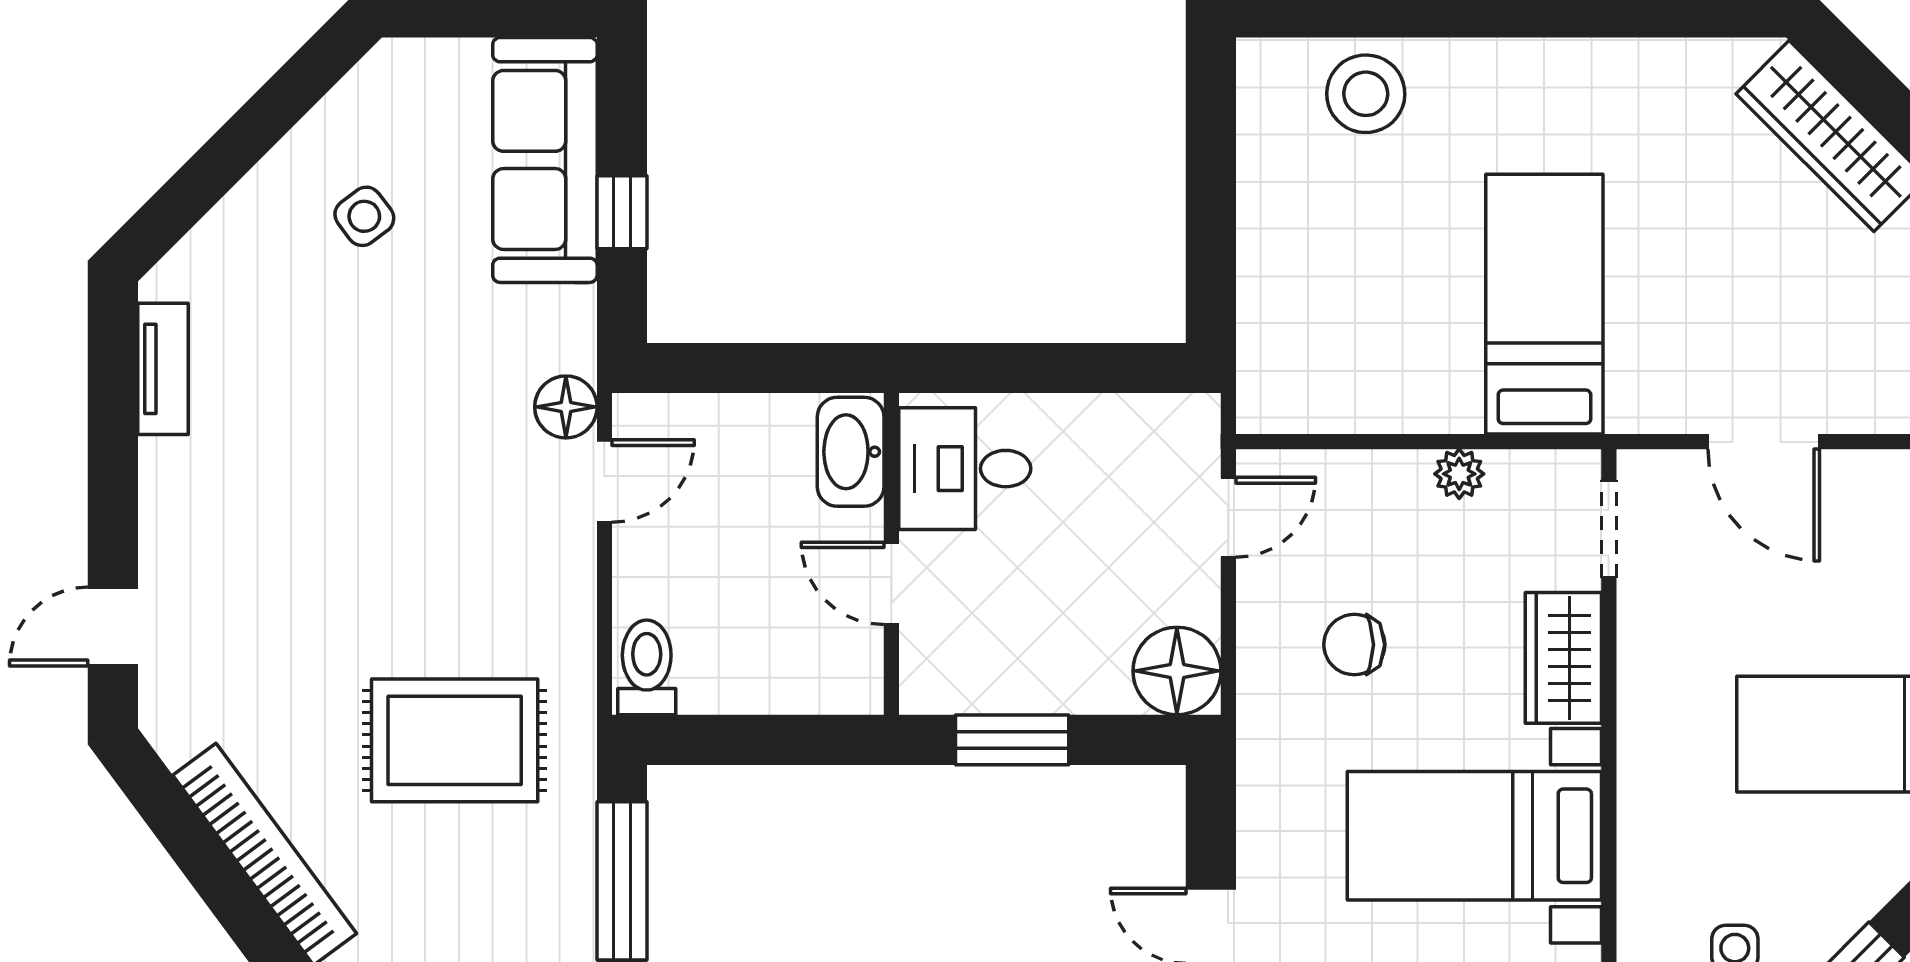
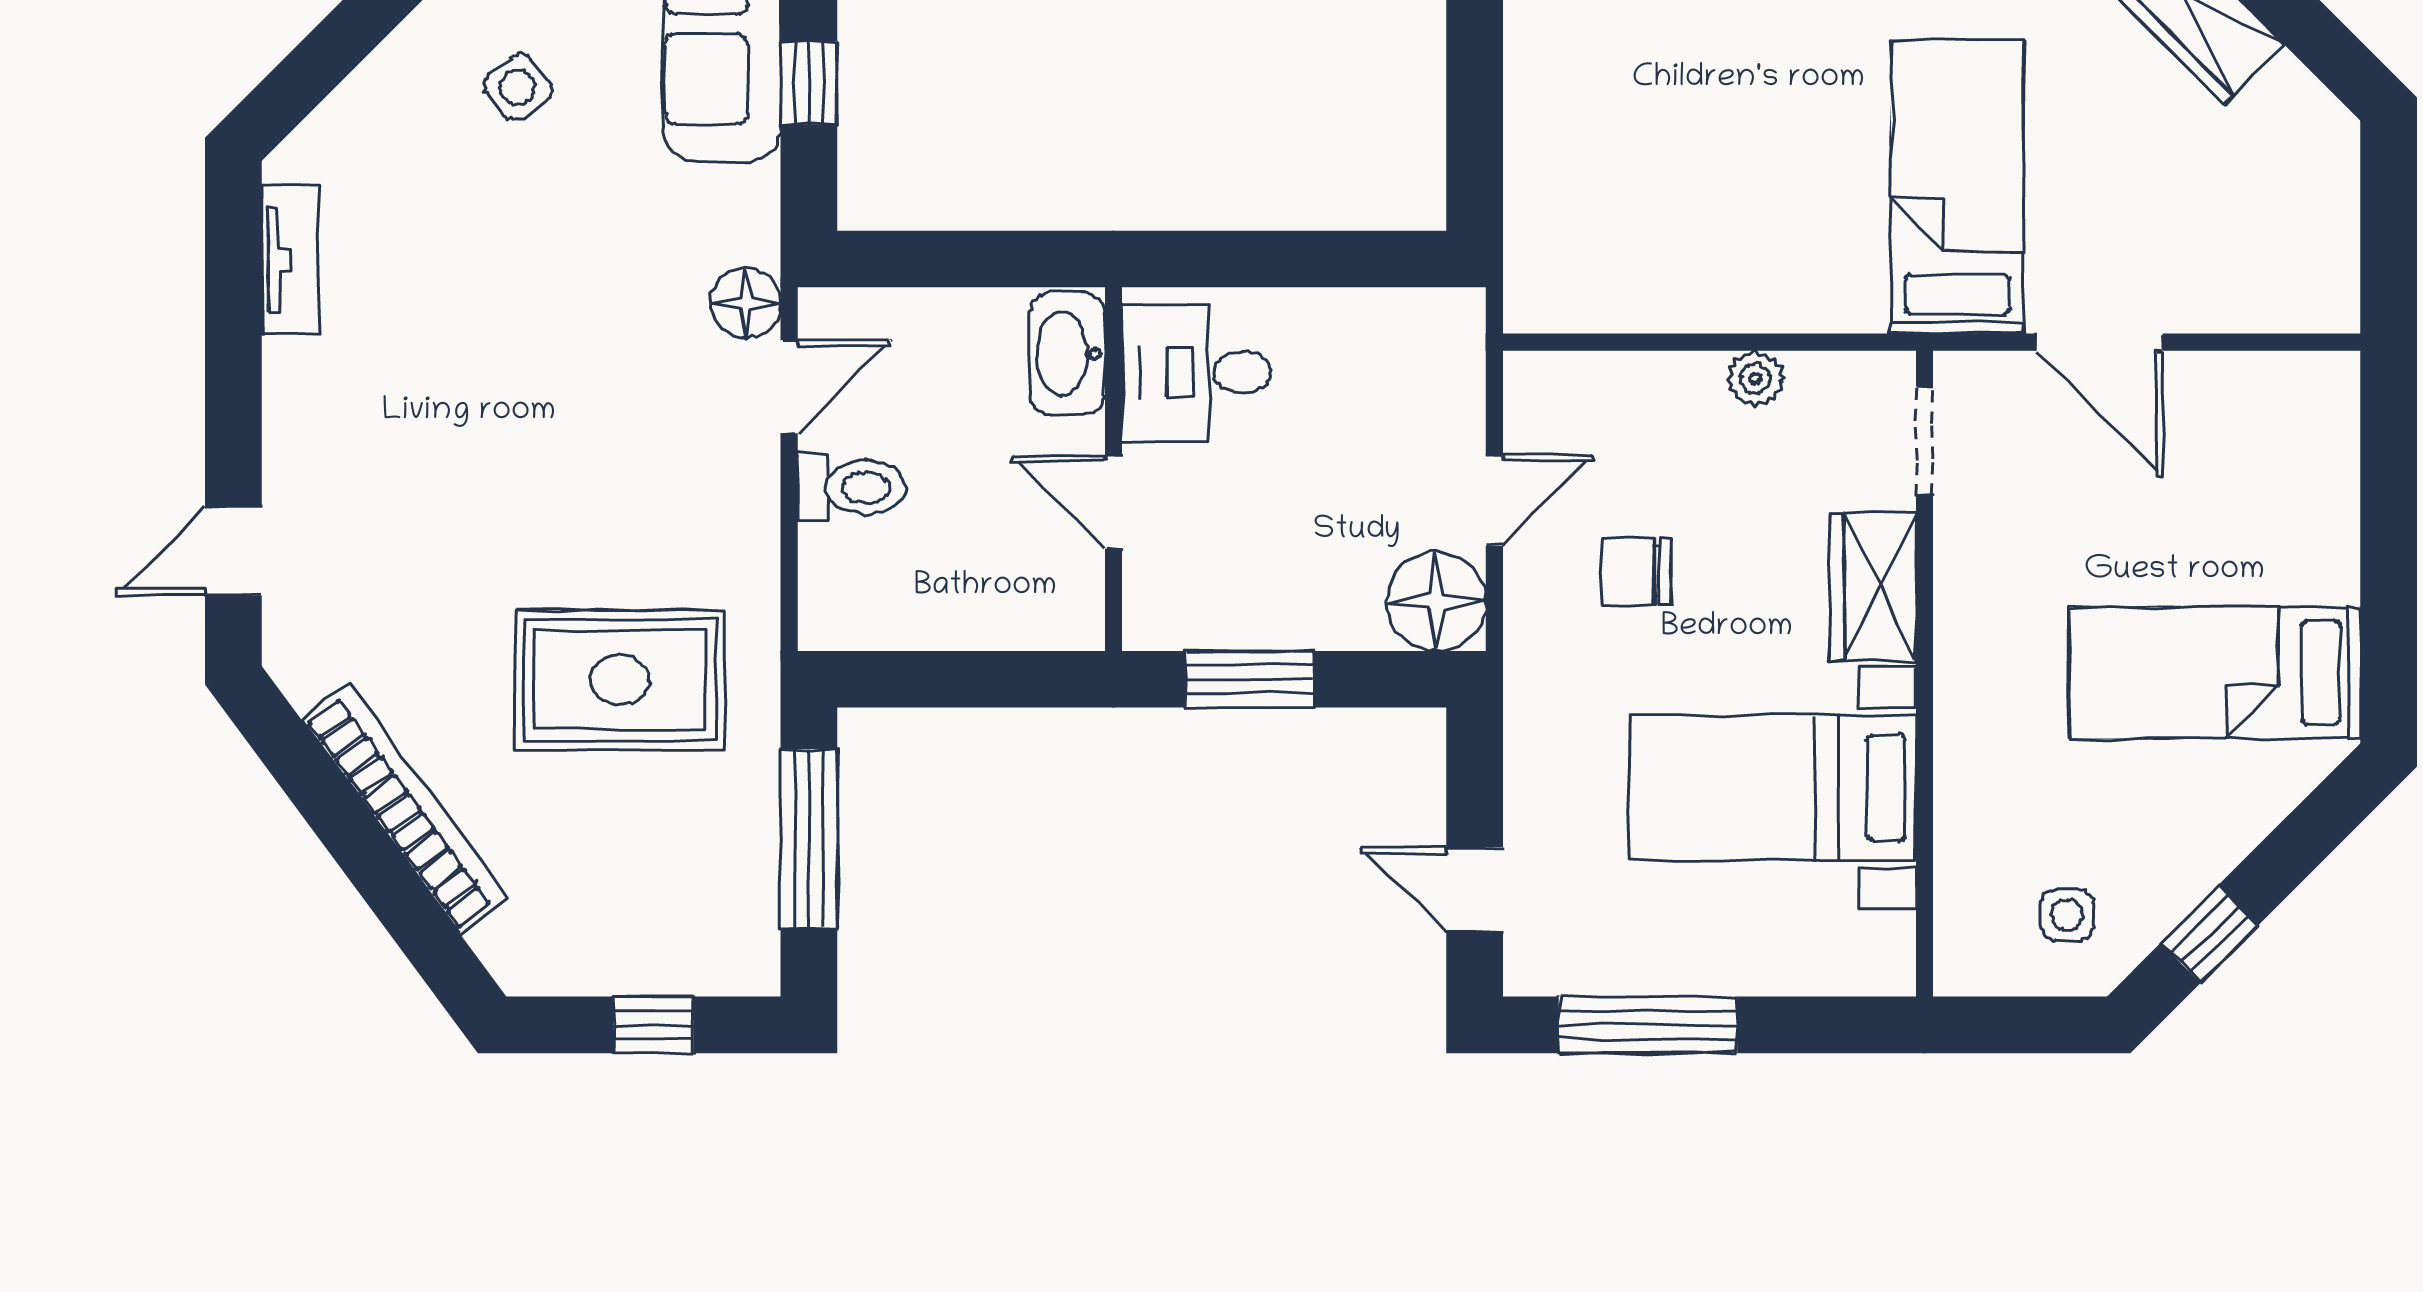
bed: (1544, 304) -> (1957, 187), moved
door: (1228, 517) -> (1494, 501), moved
toilet: (647, 667) -> (851, 487), moved, turned 90

